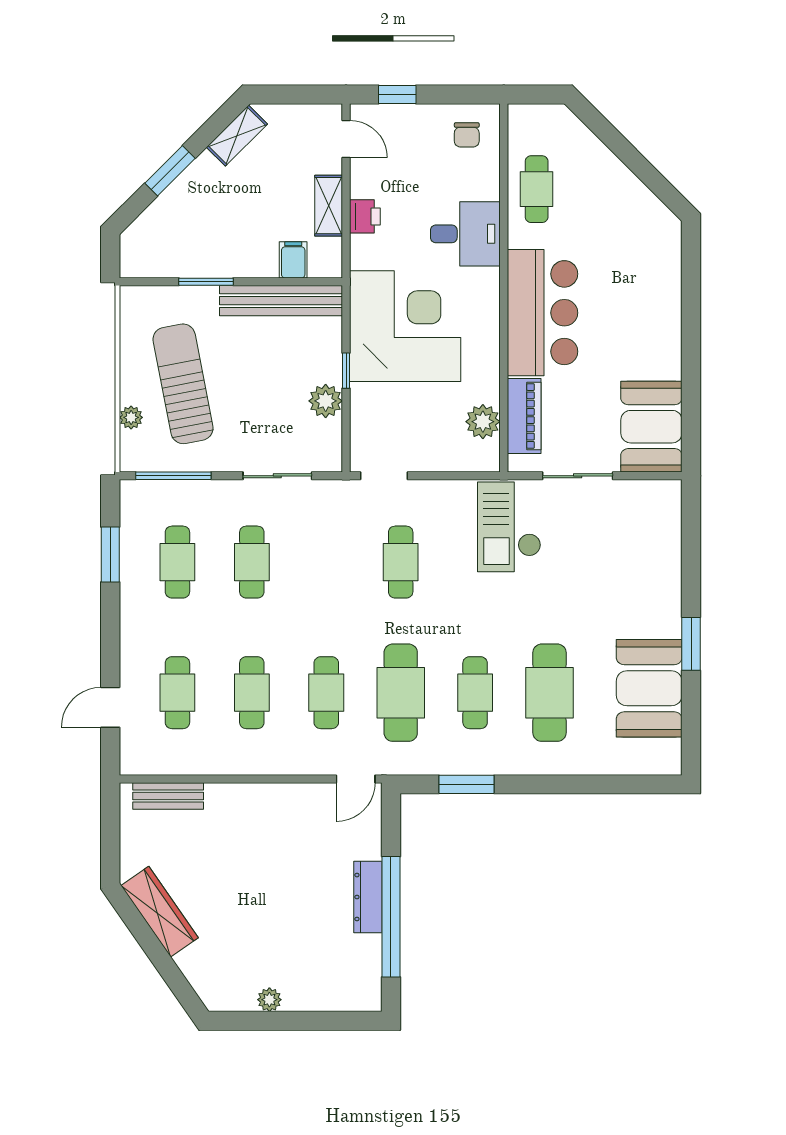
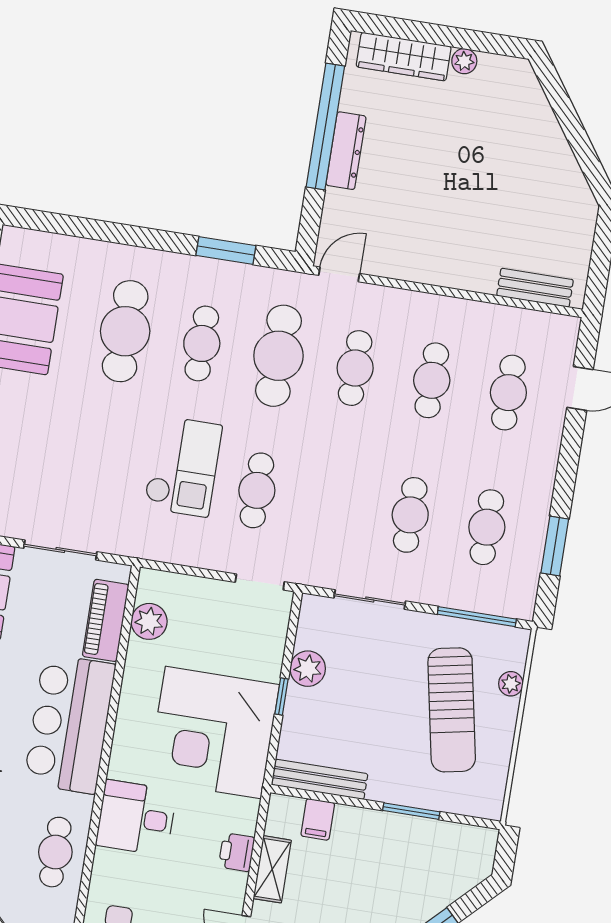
bench: (281, 301) -> (320, 779), width x0.73, depth x0.82
checkout: (509, 527) -> (183, 466), moved
wardrobe: (160, 912) -> (404, 57), moved, turned -55

